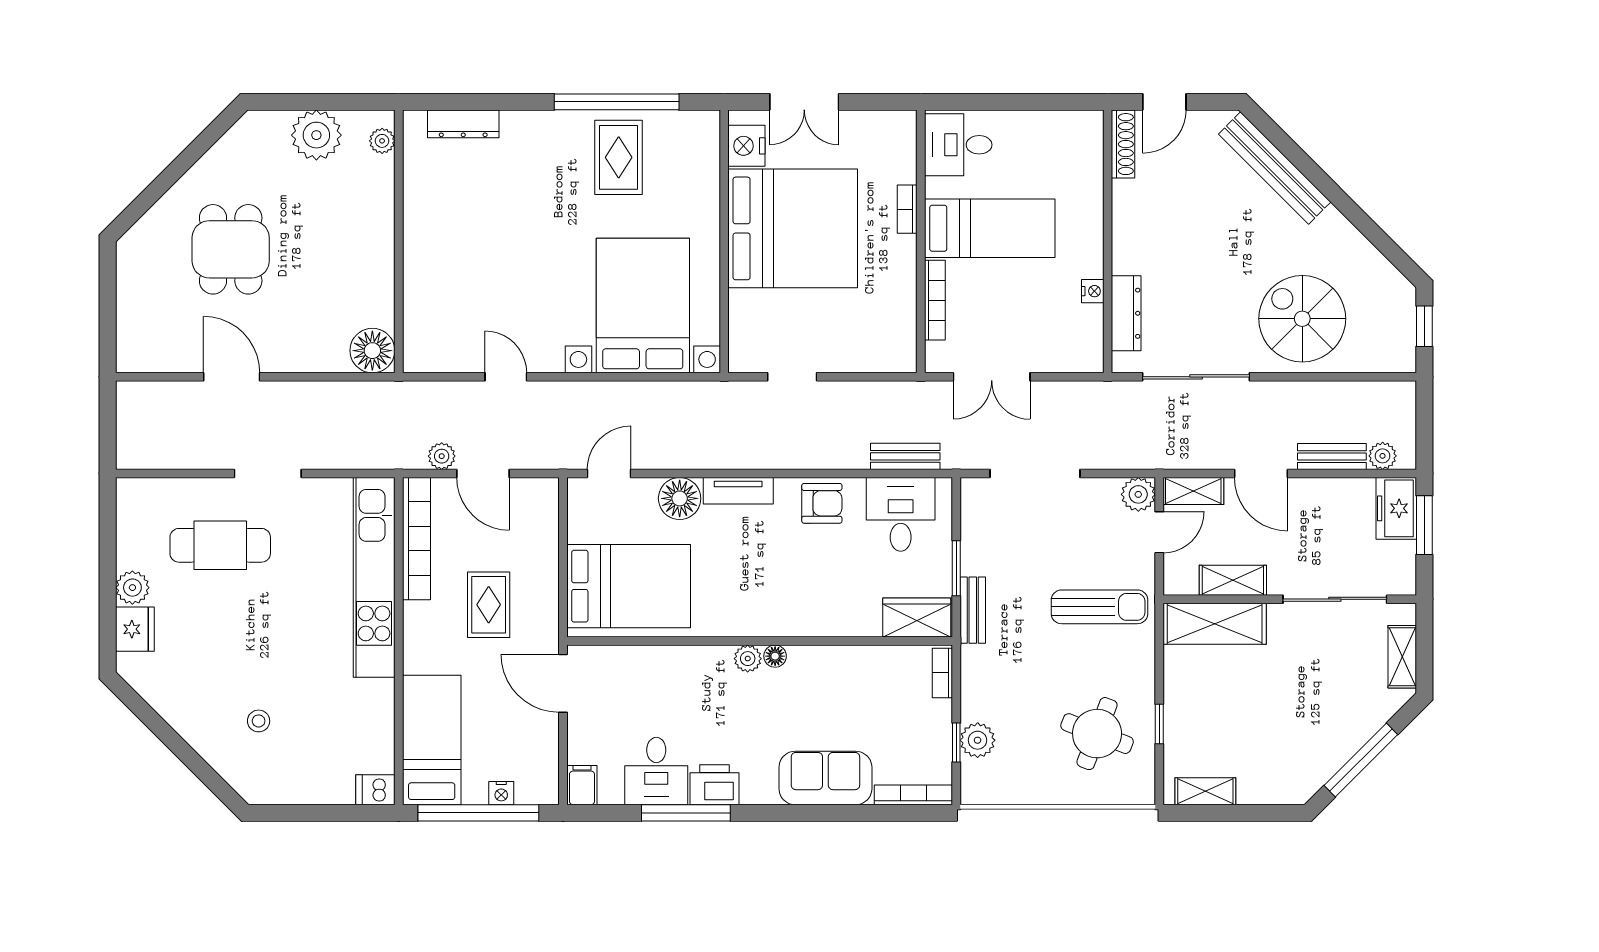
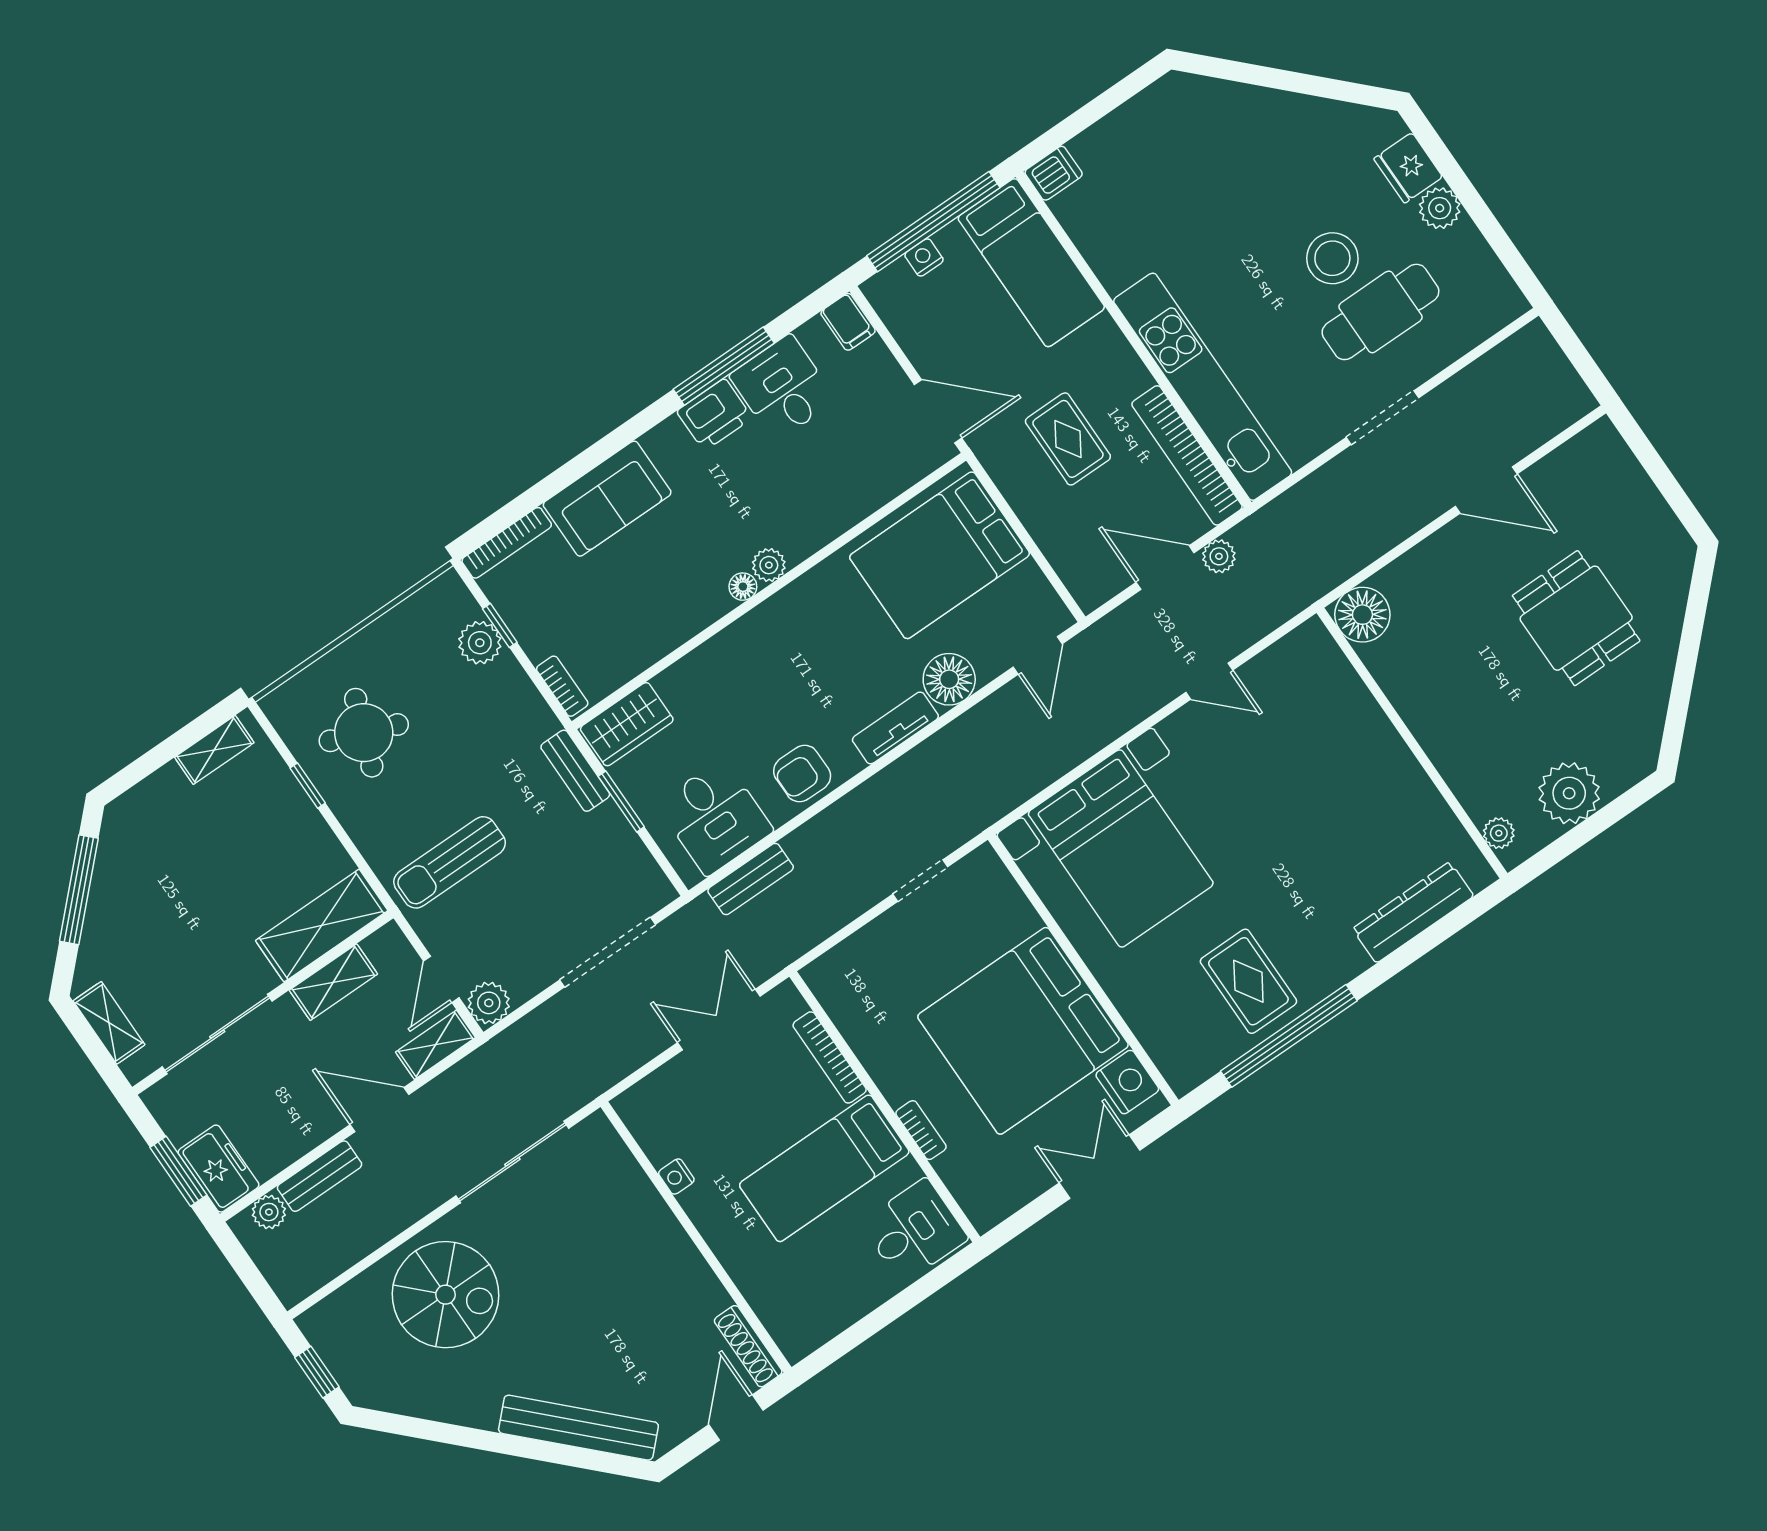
dresser: (463, 124) -> (1413, 912), width x1.37, depth x1.24
dresser: (1126, 313) -> (627, 1178), removed
stool: (259, 721) -> (1332, 258), moved, width x1.89, depth x1.89

